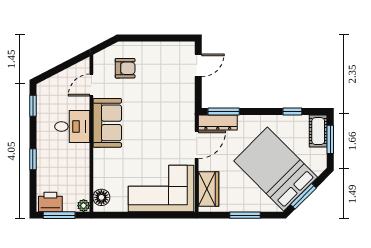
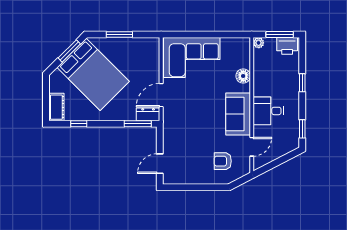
dresser: (218, 122) -> (148, 114), width x0.70
window: (330, 139) -> (46, 100), removed
wardrobe: (208, 189) -> (151, 57), removed
floor lamp: (101, 197) -> (243, 76), moved

